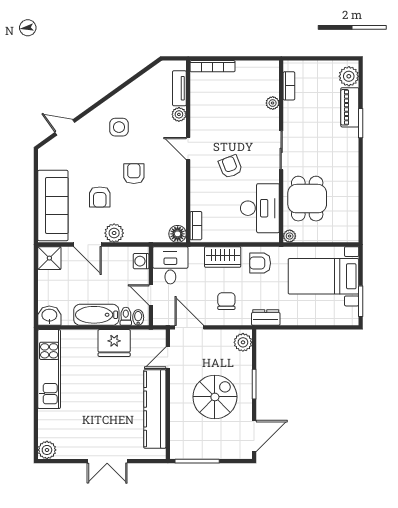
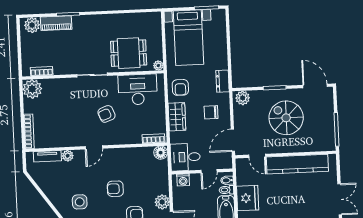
plant: (273, 103) -> (32, 89), moved, width x1.88, depth x1.88

